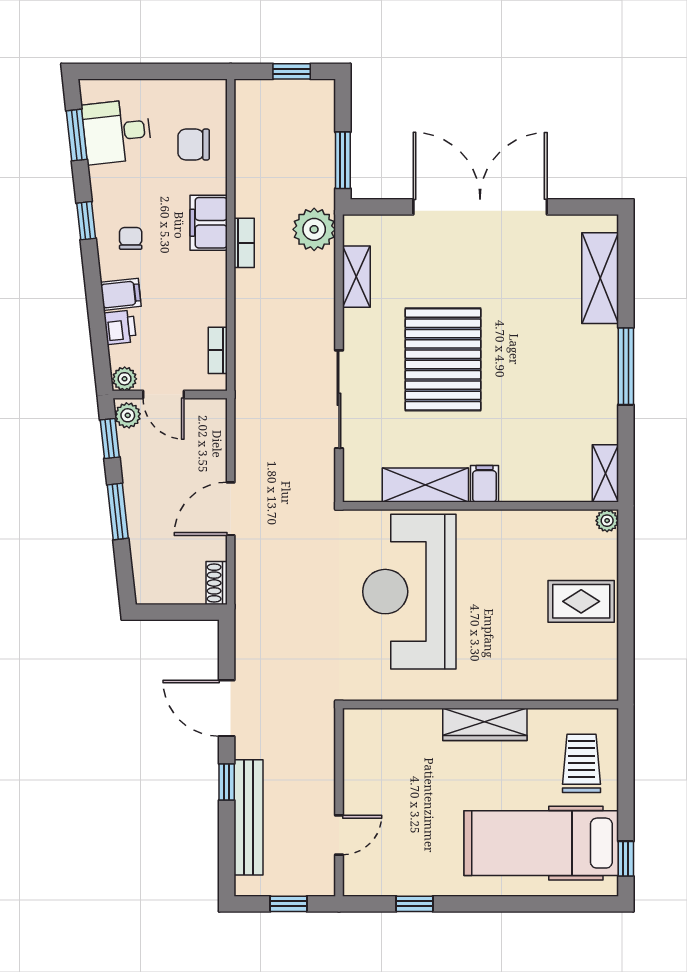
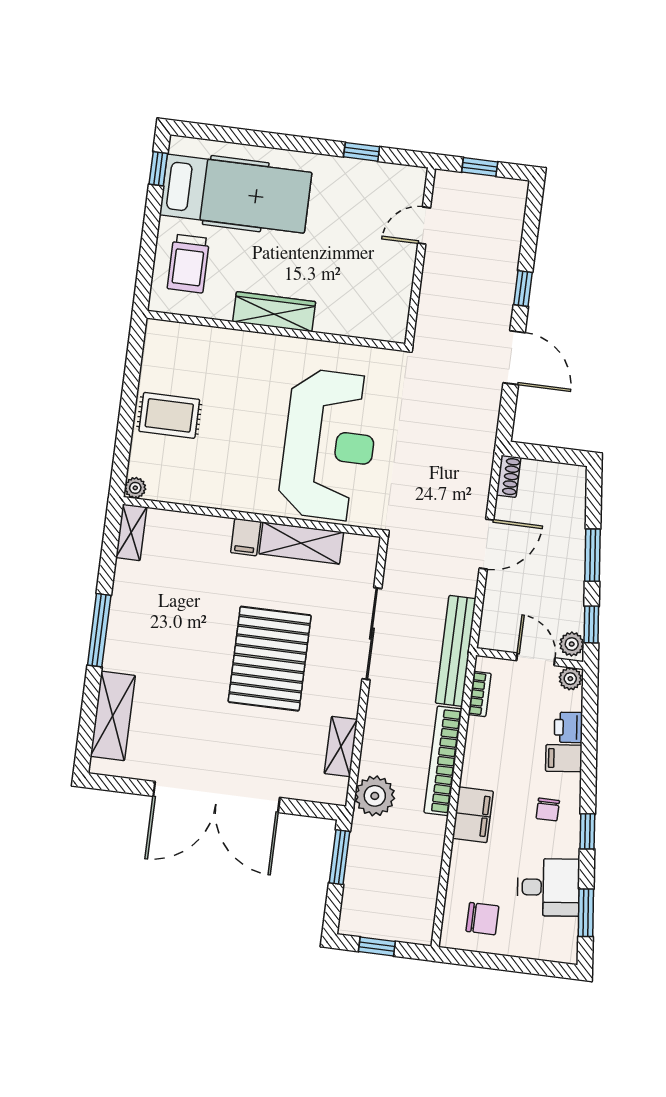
desk: (117, 132) -> (548, 887), moved
chair: (194, 144) -> (482, 919), moved
bookcase: (244, 243) -> (443, 761), width x2.31, depth x1.31
bench: (249, 817) -> (456, 651), moved

